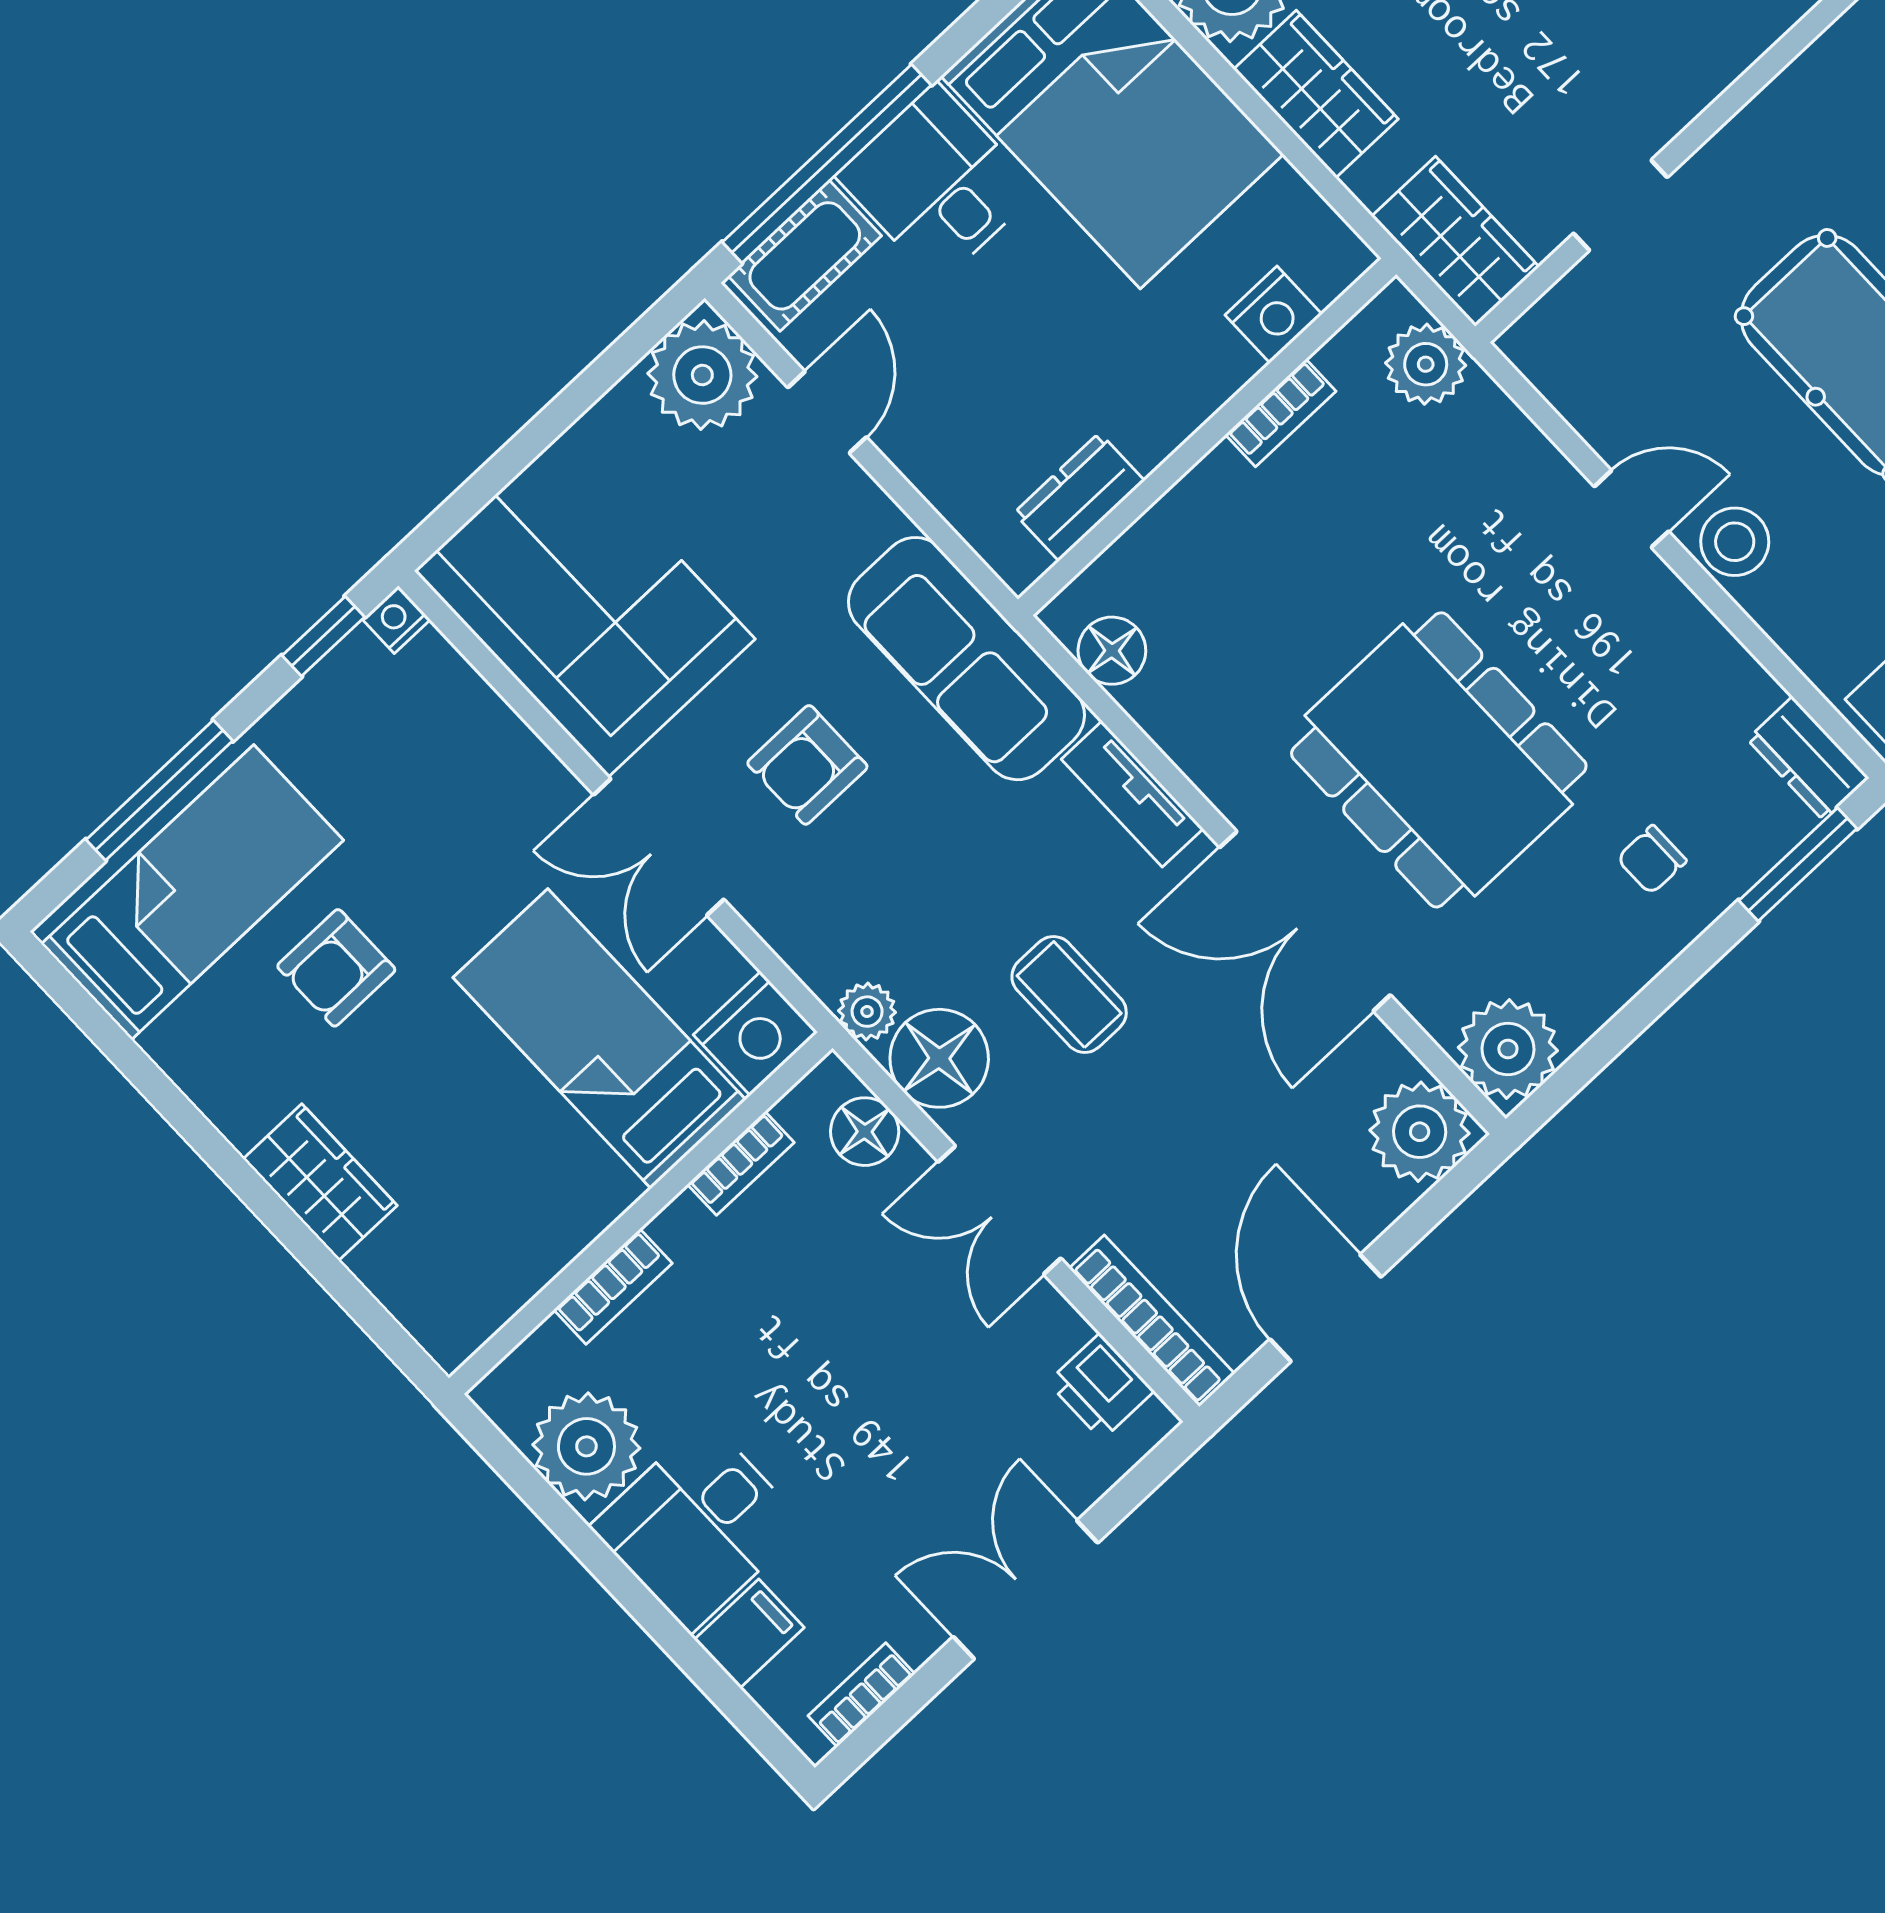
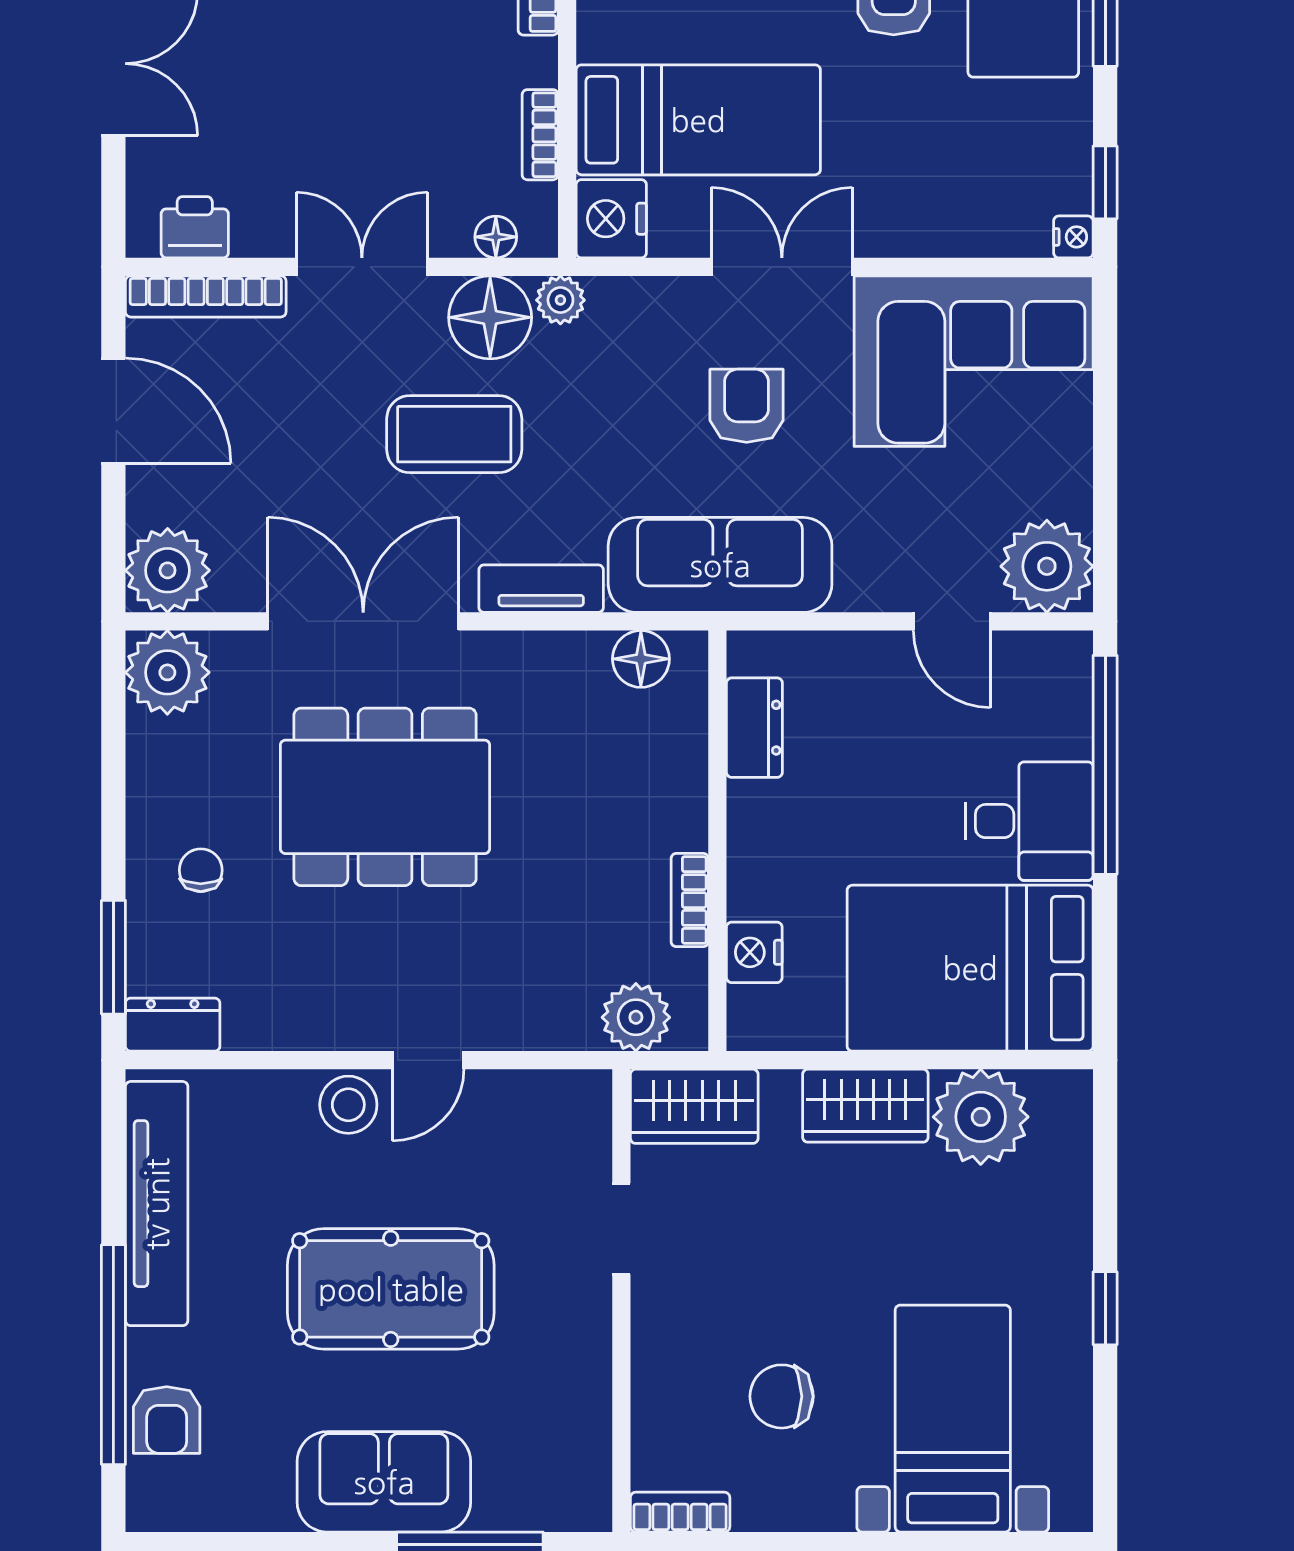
cot: (805, 256) -> (1061, 698), removed
coffee table: (1069, 994) -> (454, 434), width x1.36, depth x1.30
floor lamp: (865, 1132) -> (496, 237), width x0.73, depth x0.73

